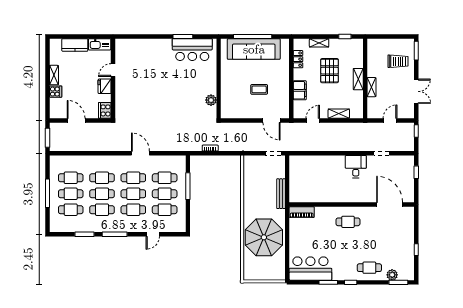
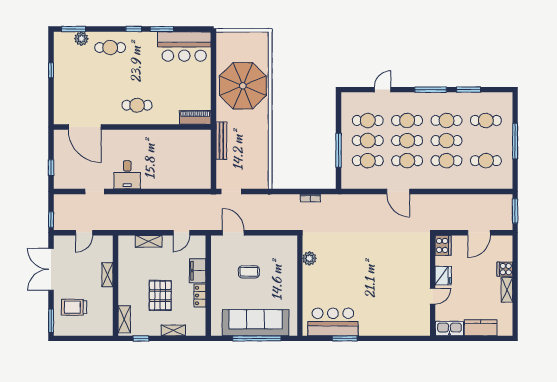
locker: (298, 59) -> (200, 296), moved
shelving: (358, 79) -> (124, 319), moved
double door: (416, 91) -> (51, 269), width x1.37
door: (76, 120) -> (479, 233), hinge flipped
cafe table: (71, 194) -> (486, 141), removed

